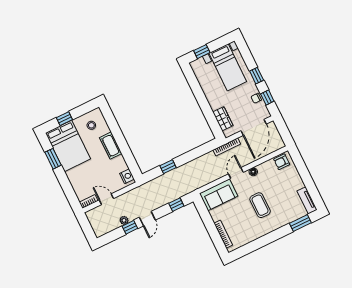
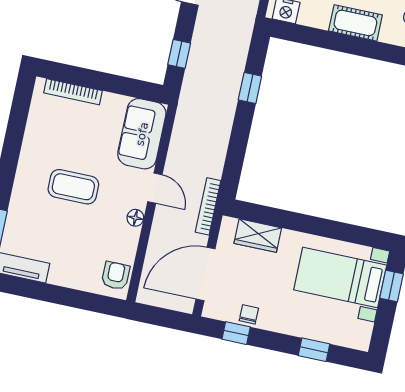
bed with nightstands: (228, 67) -> (340, 278), moved
window: (257, 76) -> (314, 350), moved
door: (254, 127) -> (206, 274), hinge flipped

